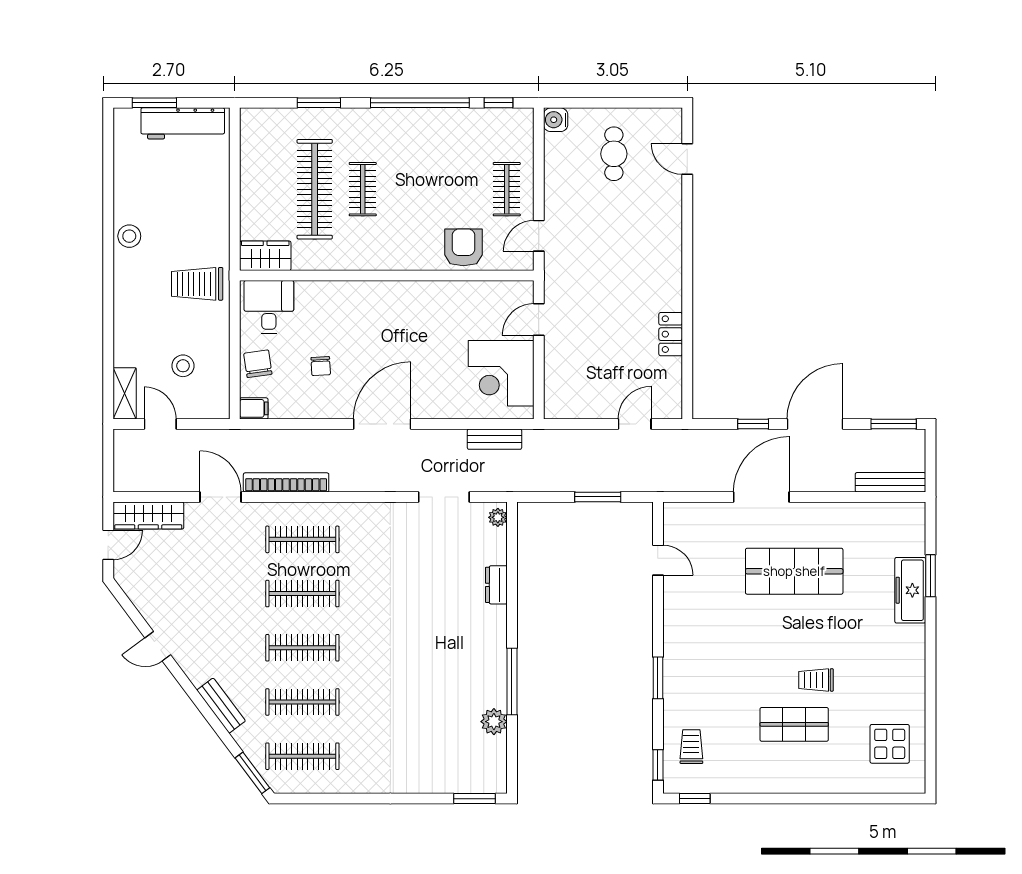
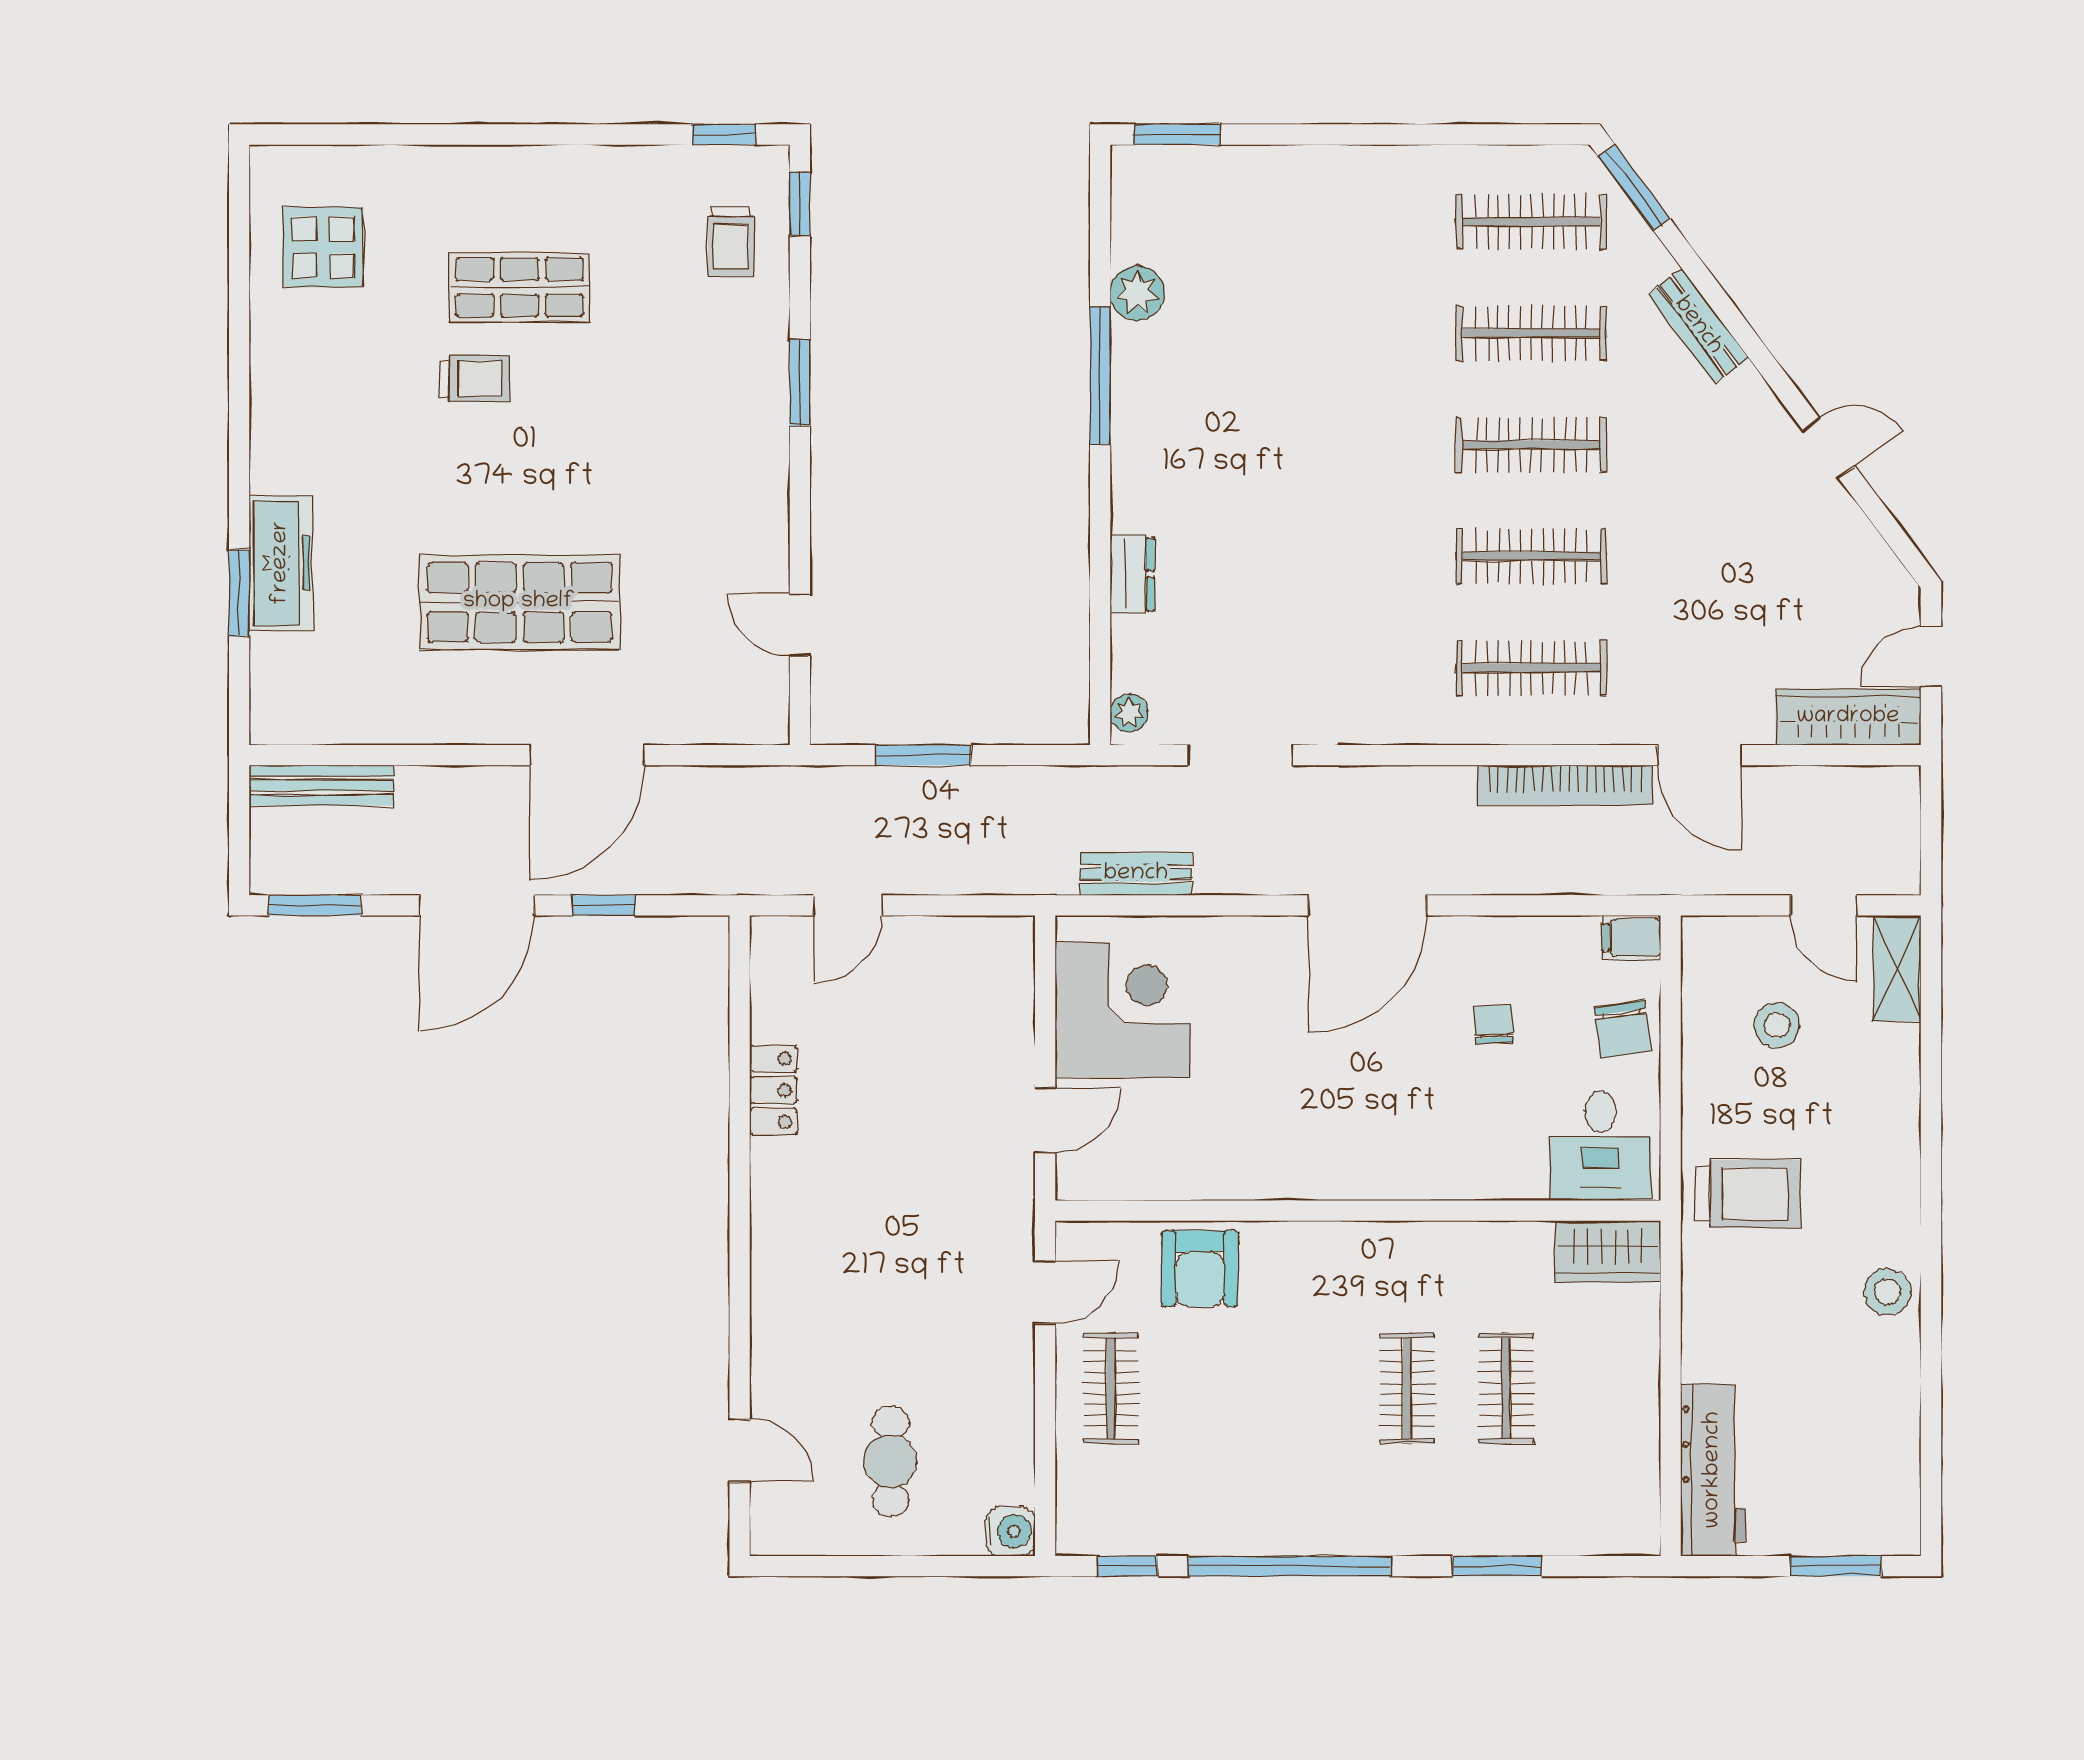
workbench: (183, 123) -> (1713, 1470), moved, turned 90
clothes rail: (315, 189) -> (1506, 1388), width x0.54, depth x0.76

